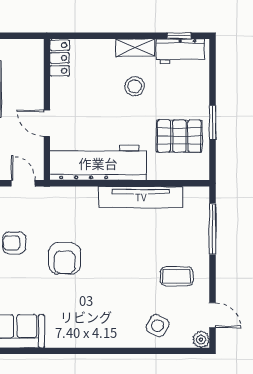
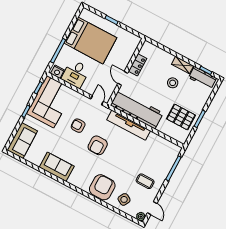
locker: (60, 58) -> (138, 65), moved
tv unit: (141, 197) -> (129, 125), moved
armchair: (110, 325) -> (102, 187), added

